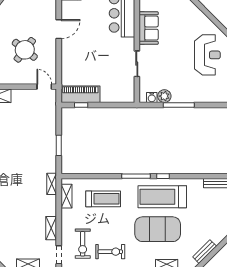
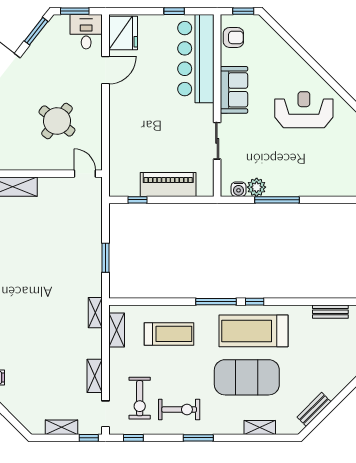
door: (59, 29) -> (106, 70), moved
reception desk: (207, 55) -> (304, 110), moved, turned -90
piano: (80, 94) -> (168, 185), moved

